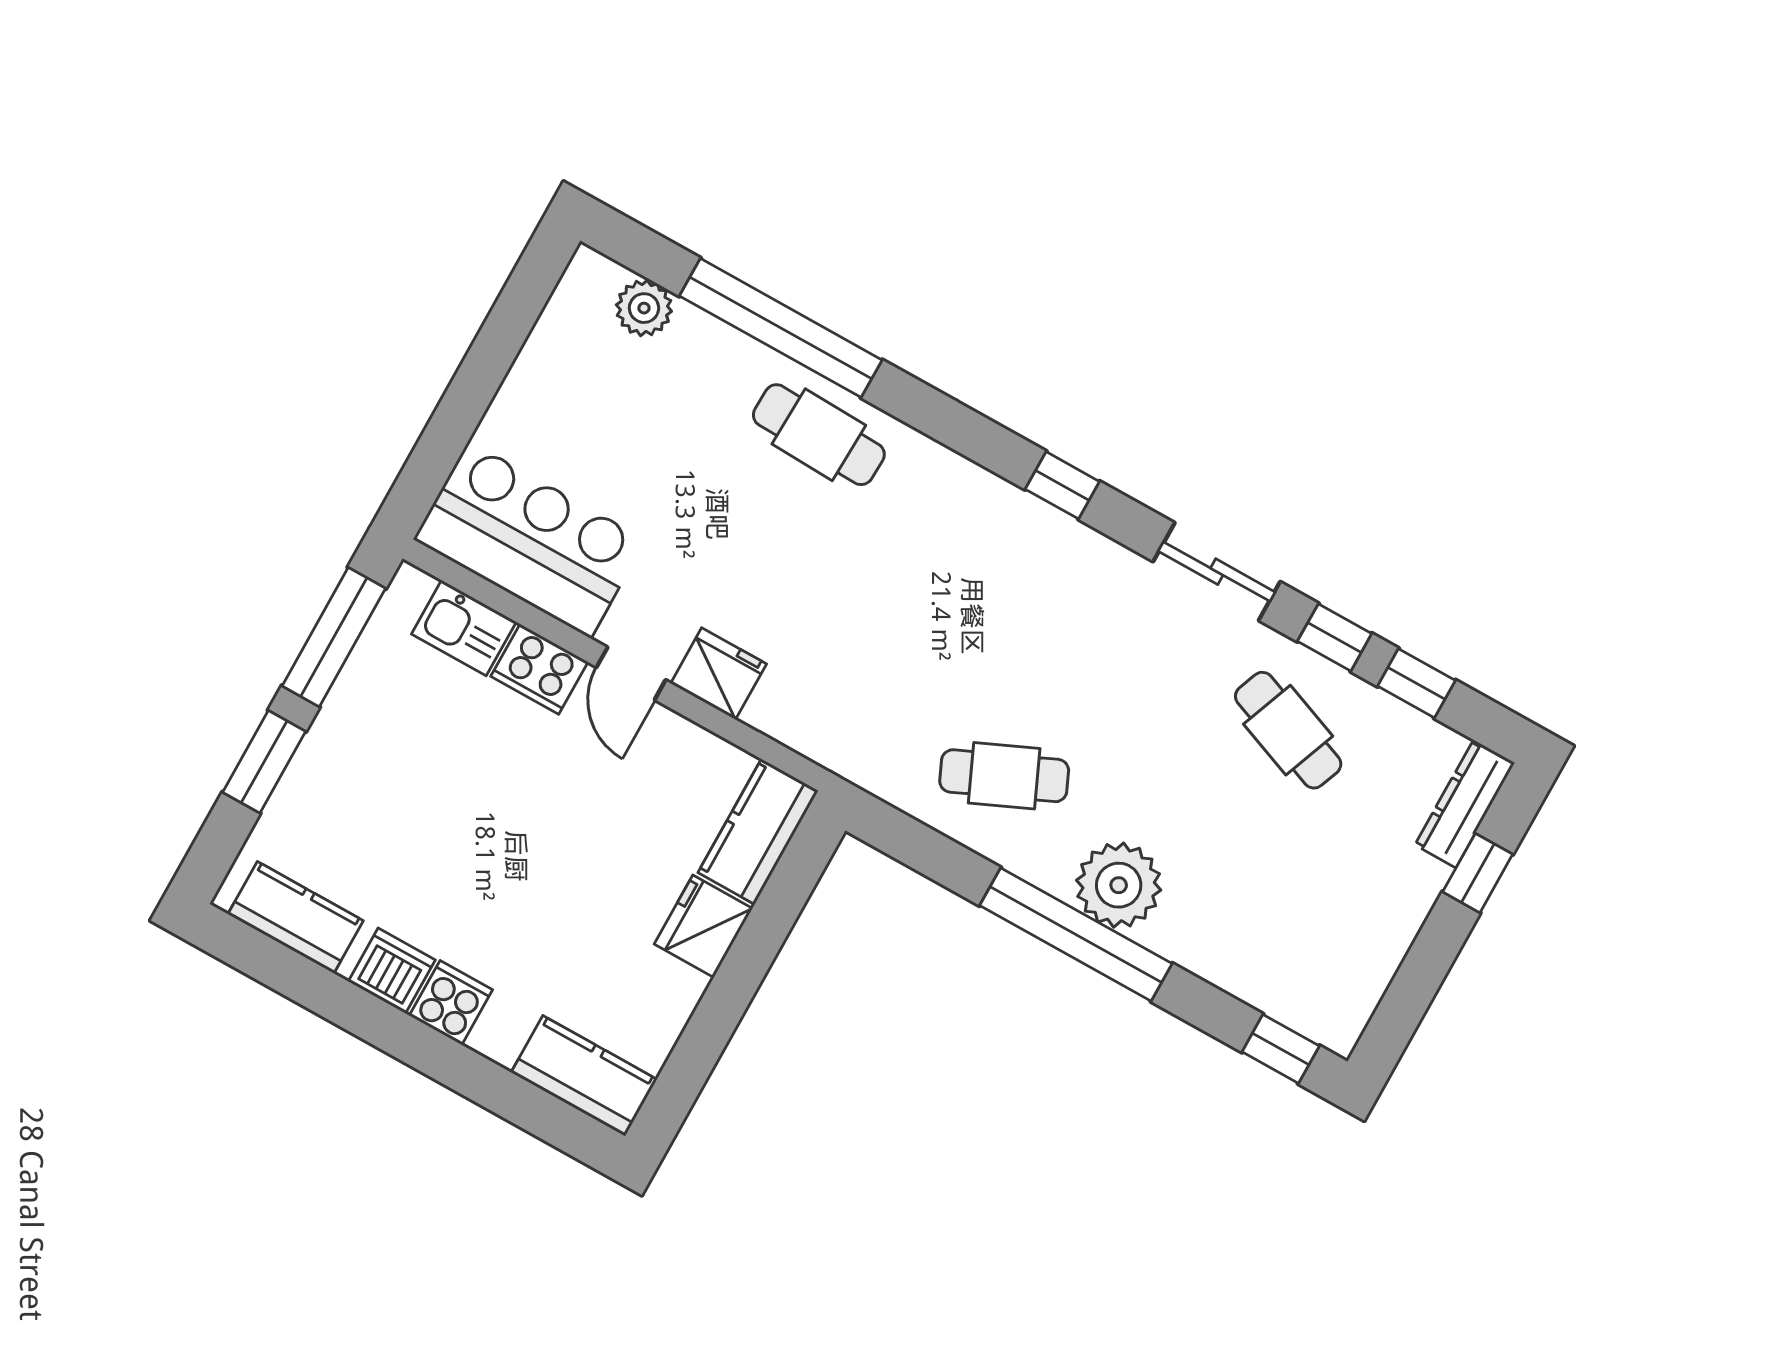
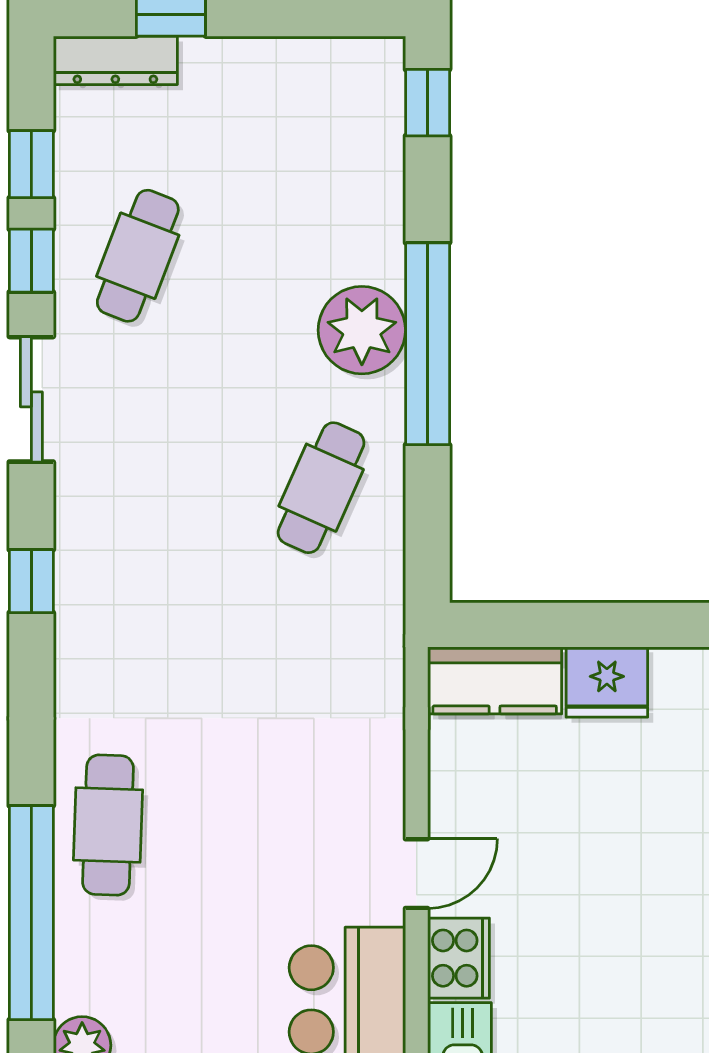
fridge: (719, 674) -> (373, 795), removed
cafe table: (1004, 776) -> (321, 488), turned 48

